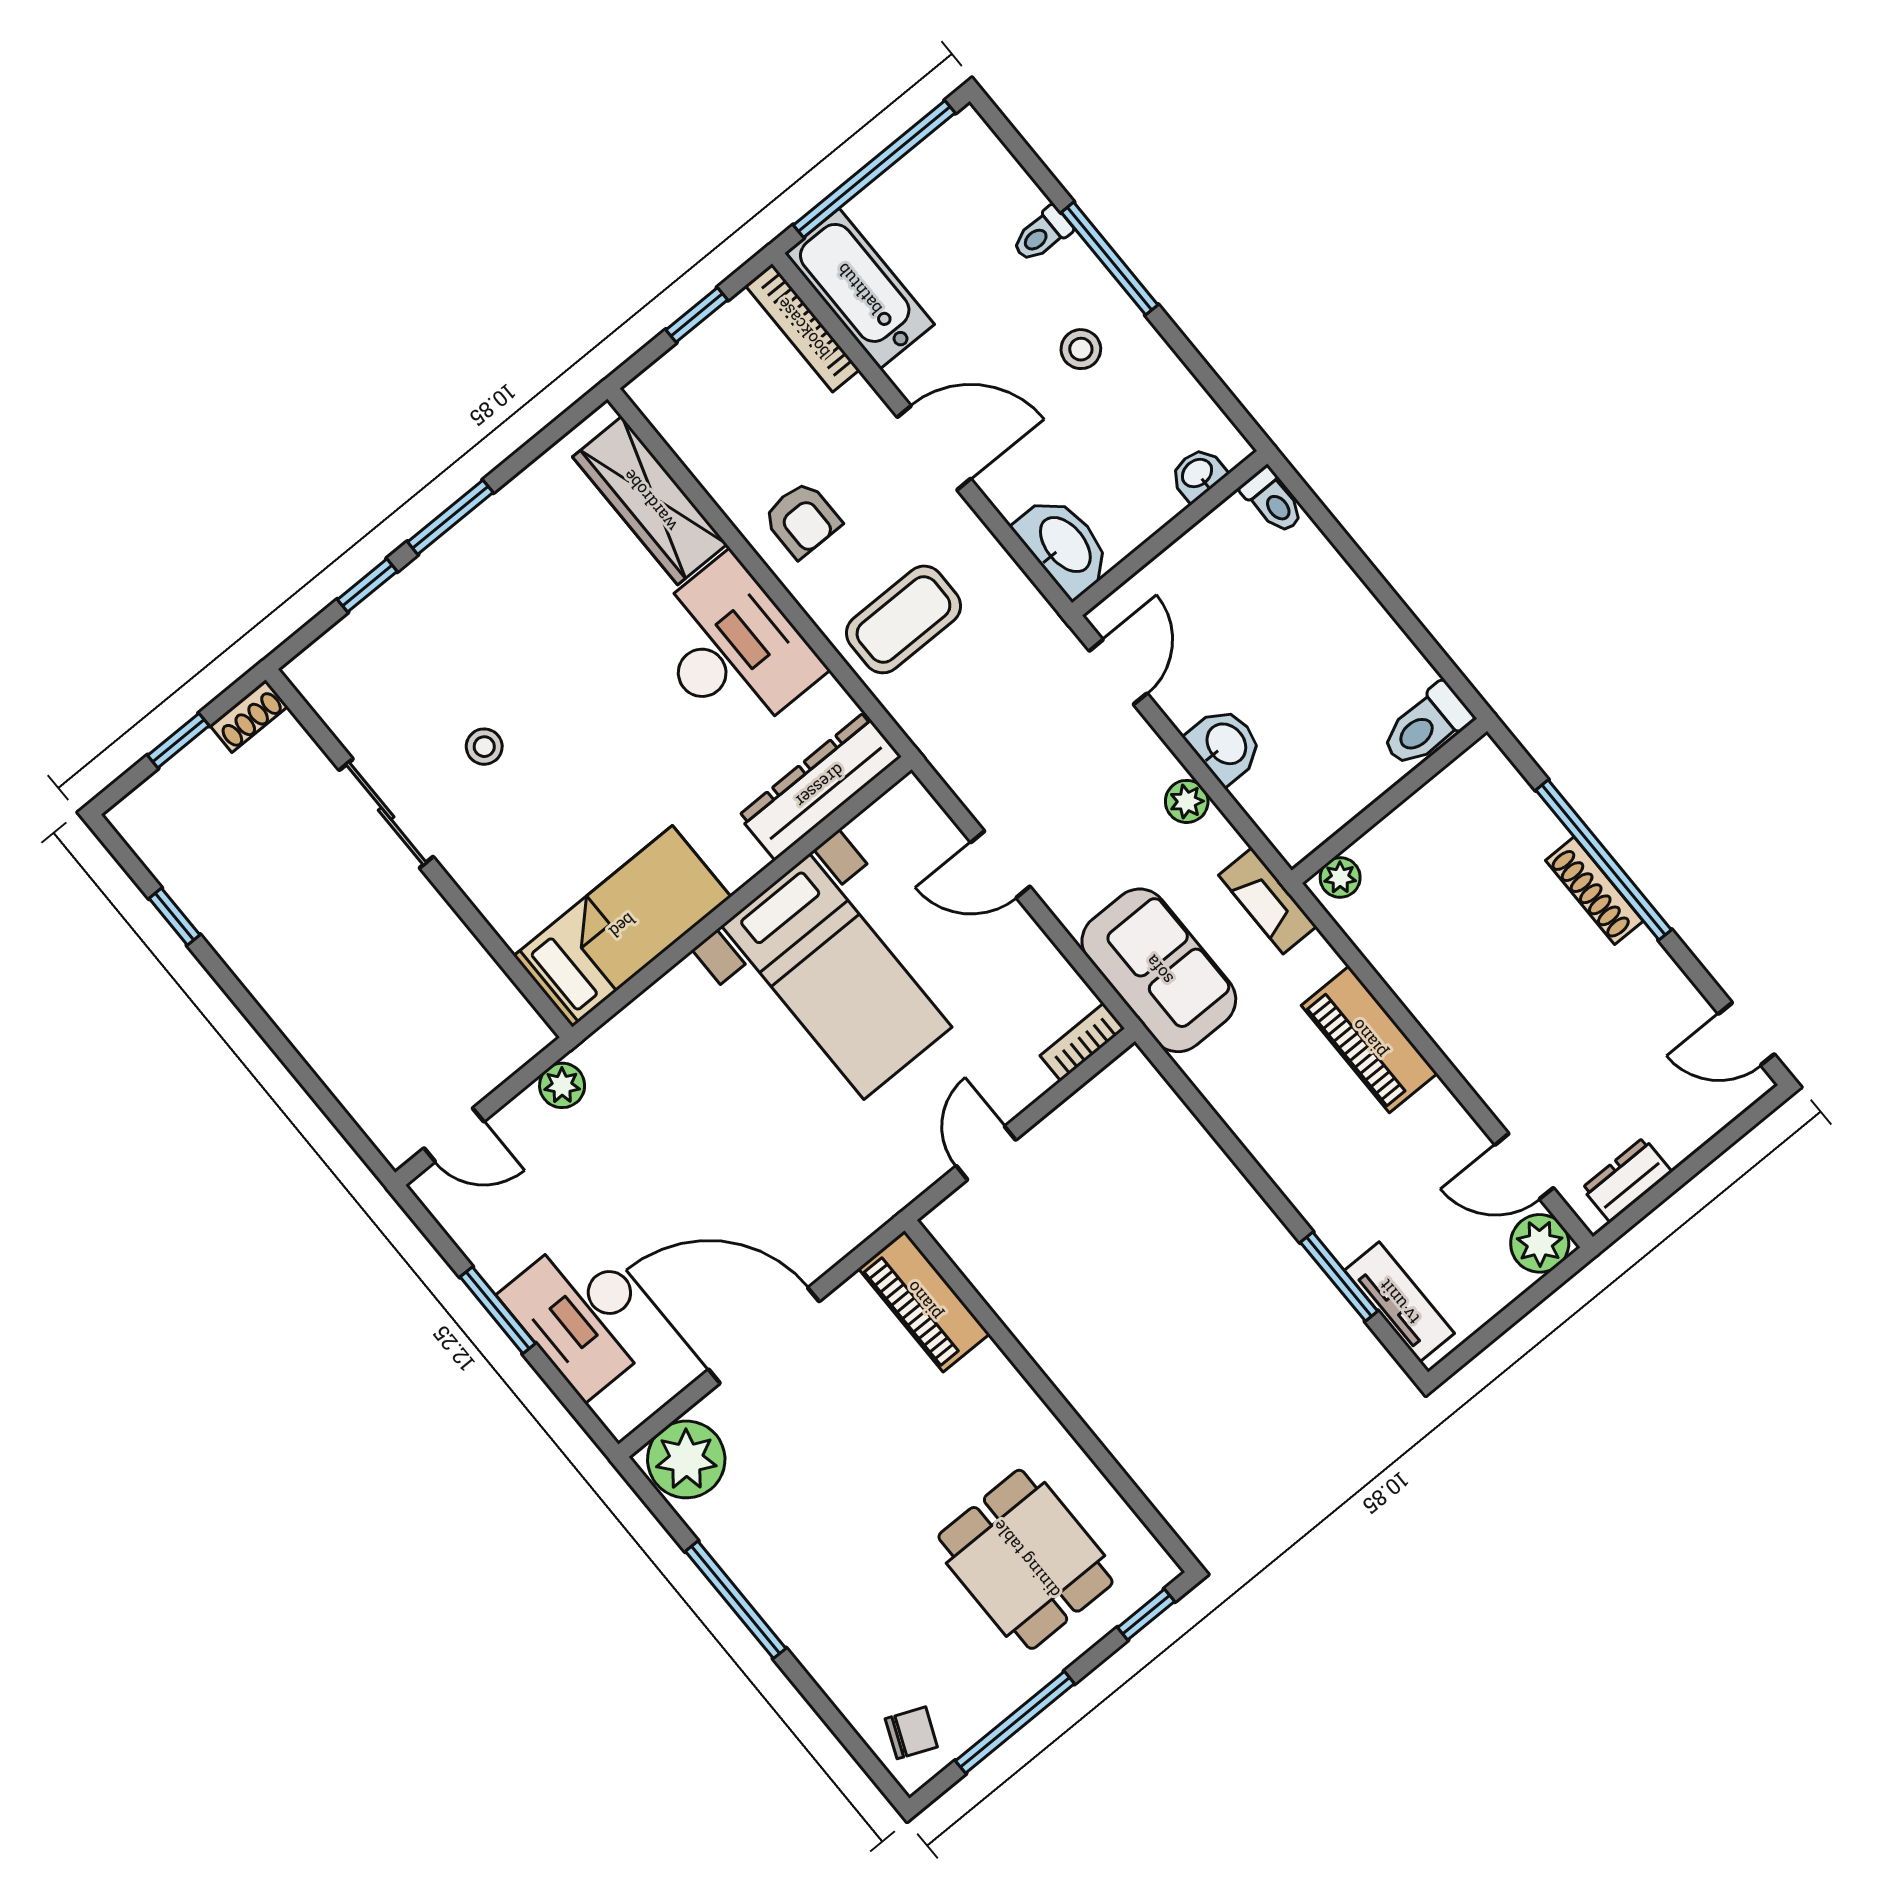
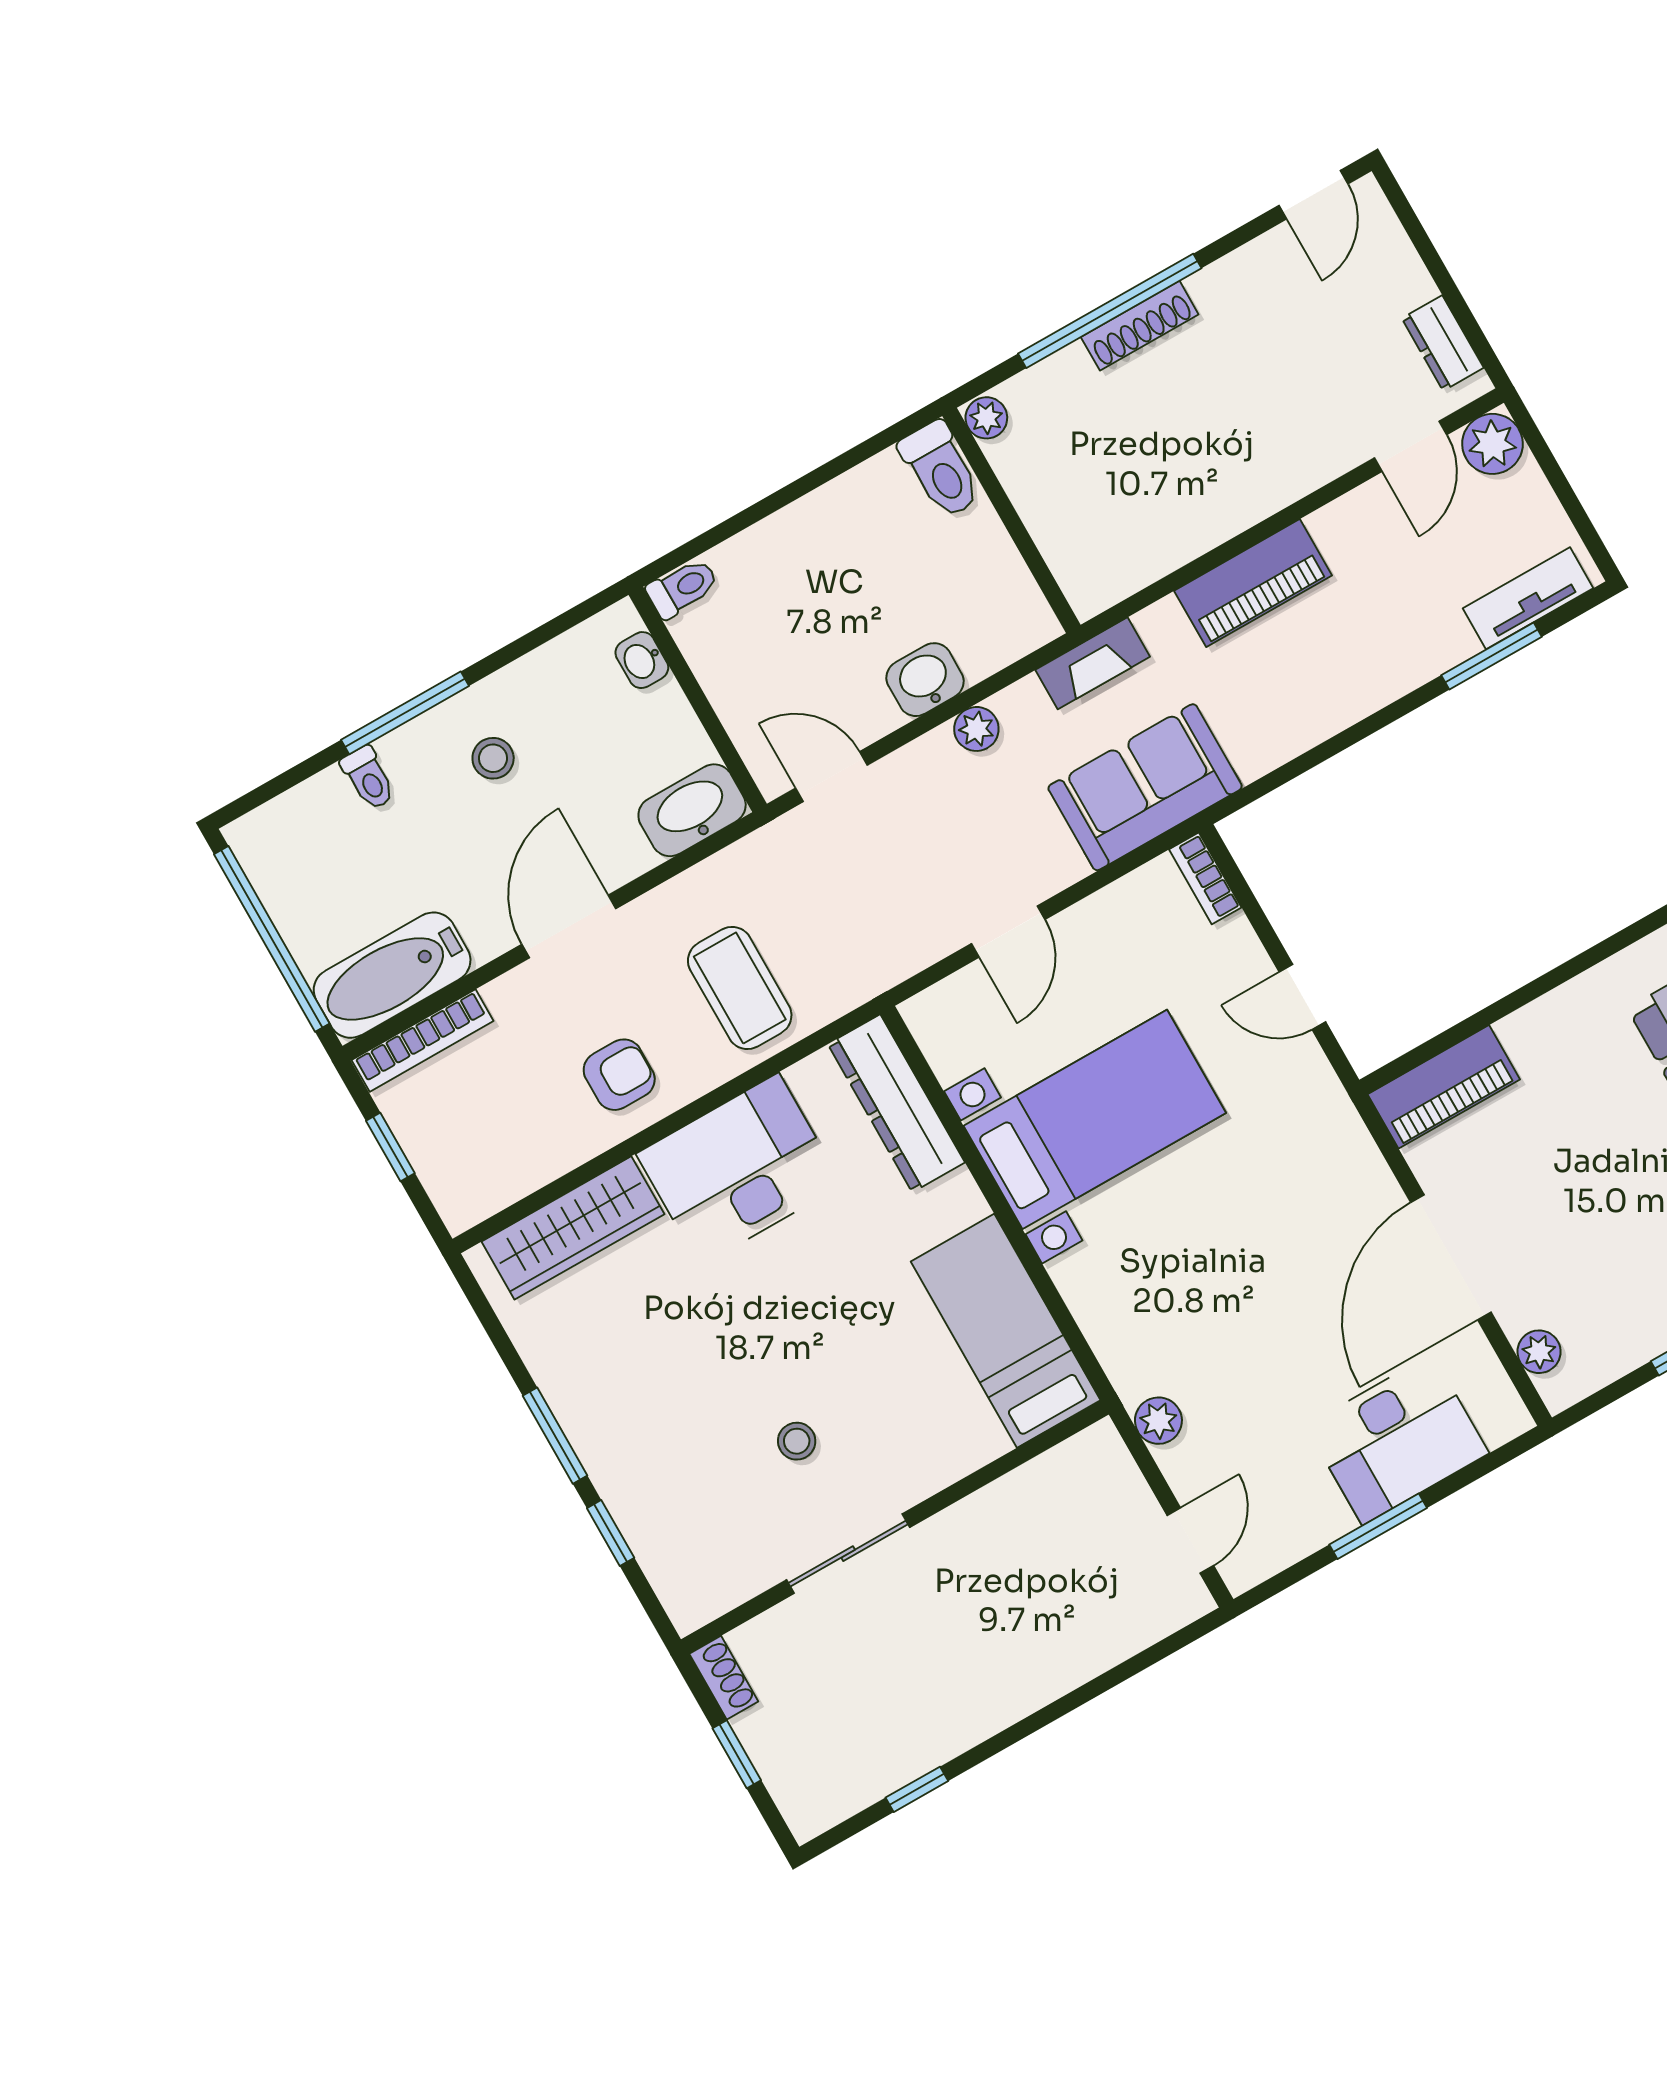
plant: (1340, 877) -> (986, 418), moved
plant: (686, 1459) -> (1539, 1352), width x0.53, depth x0.53

